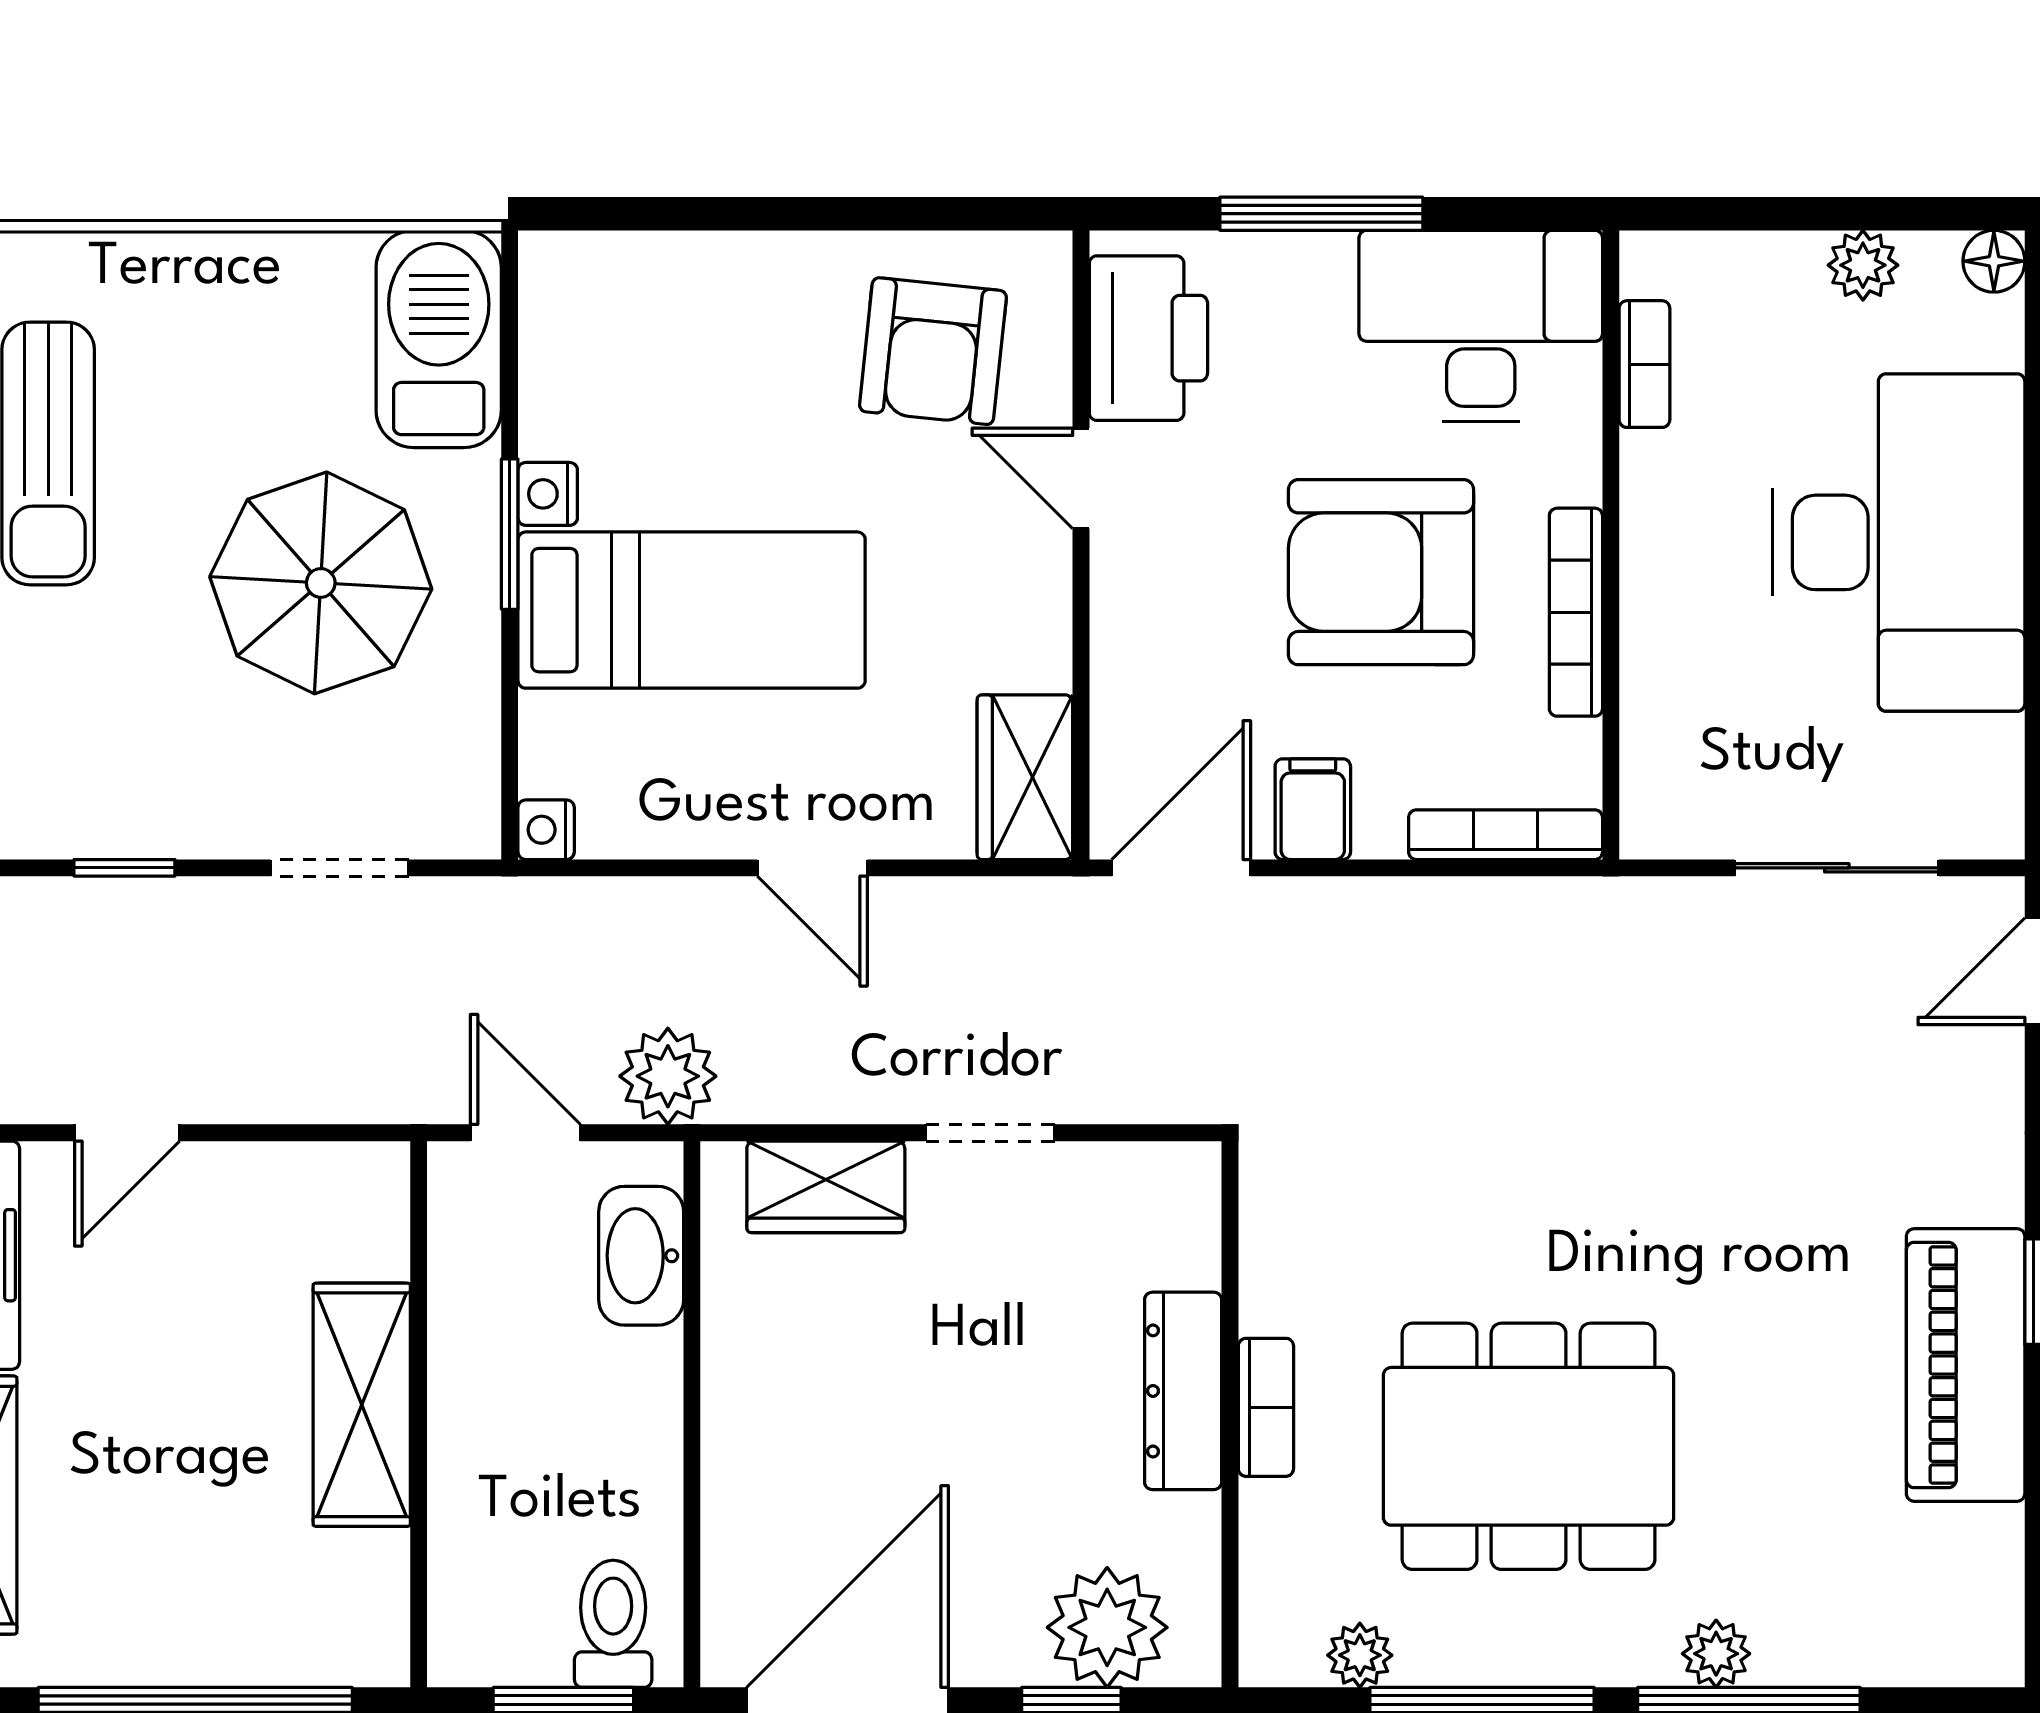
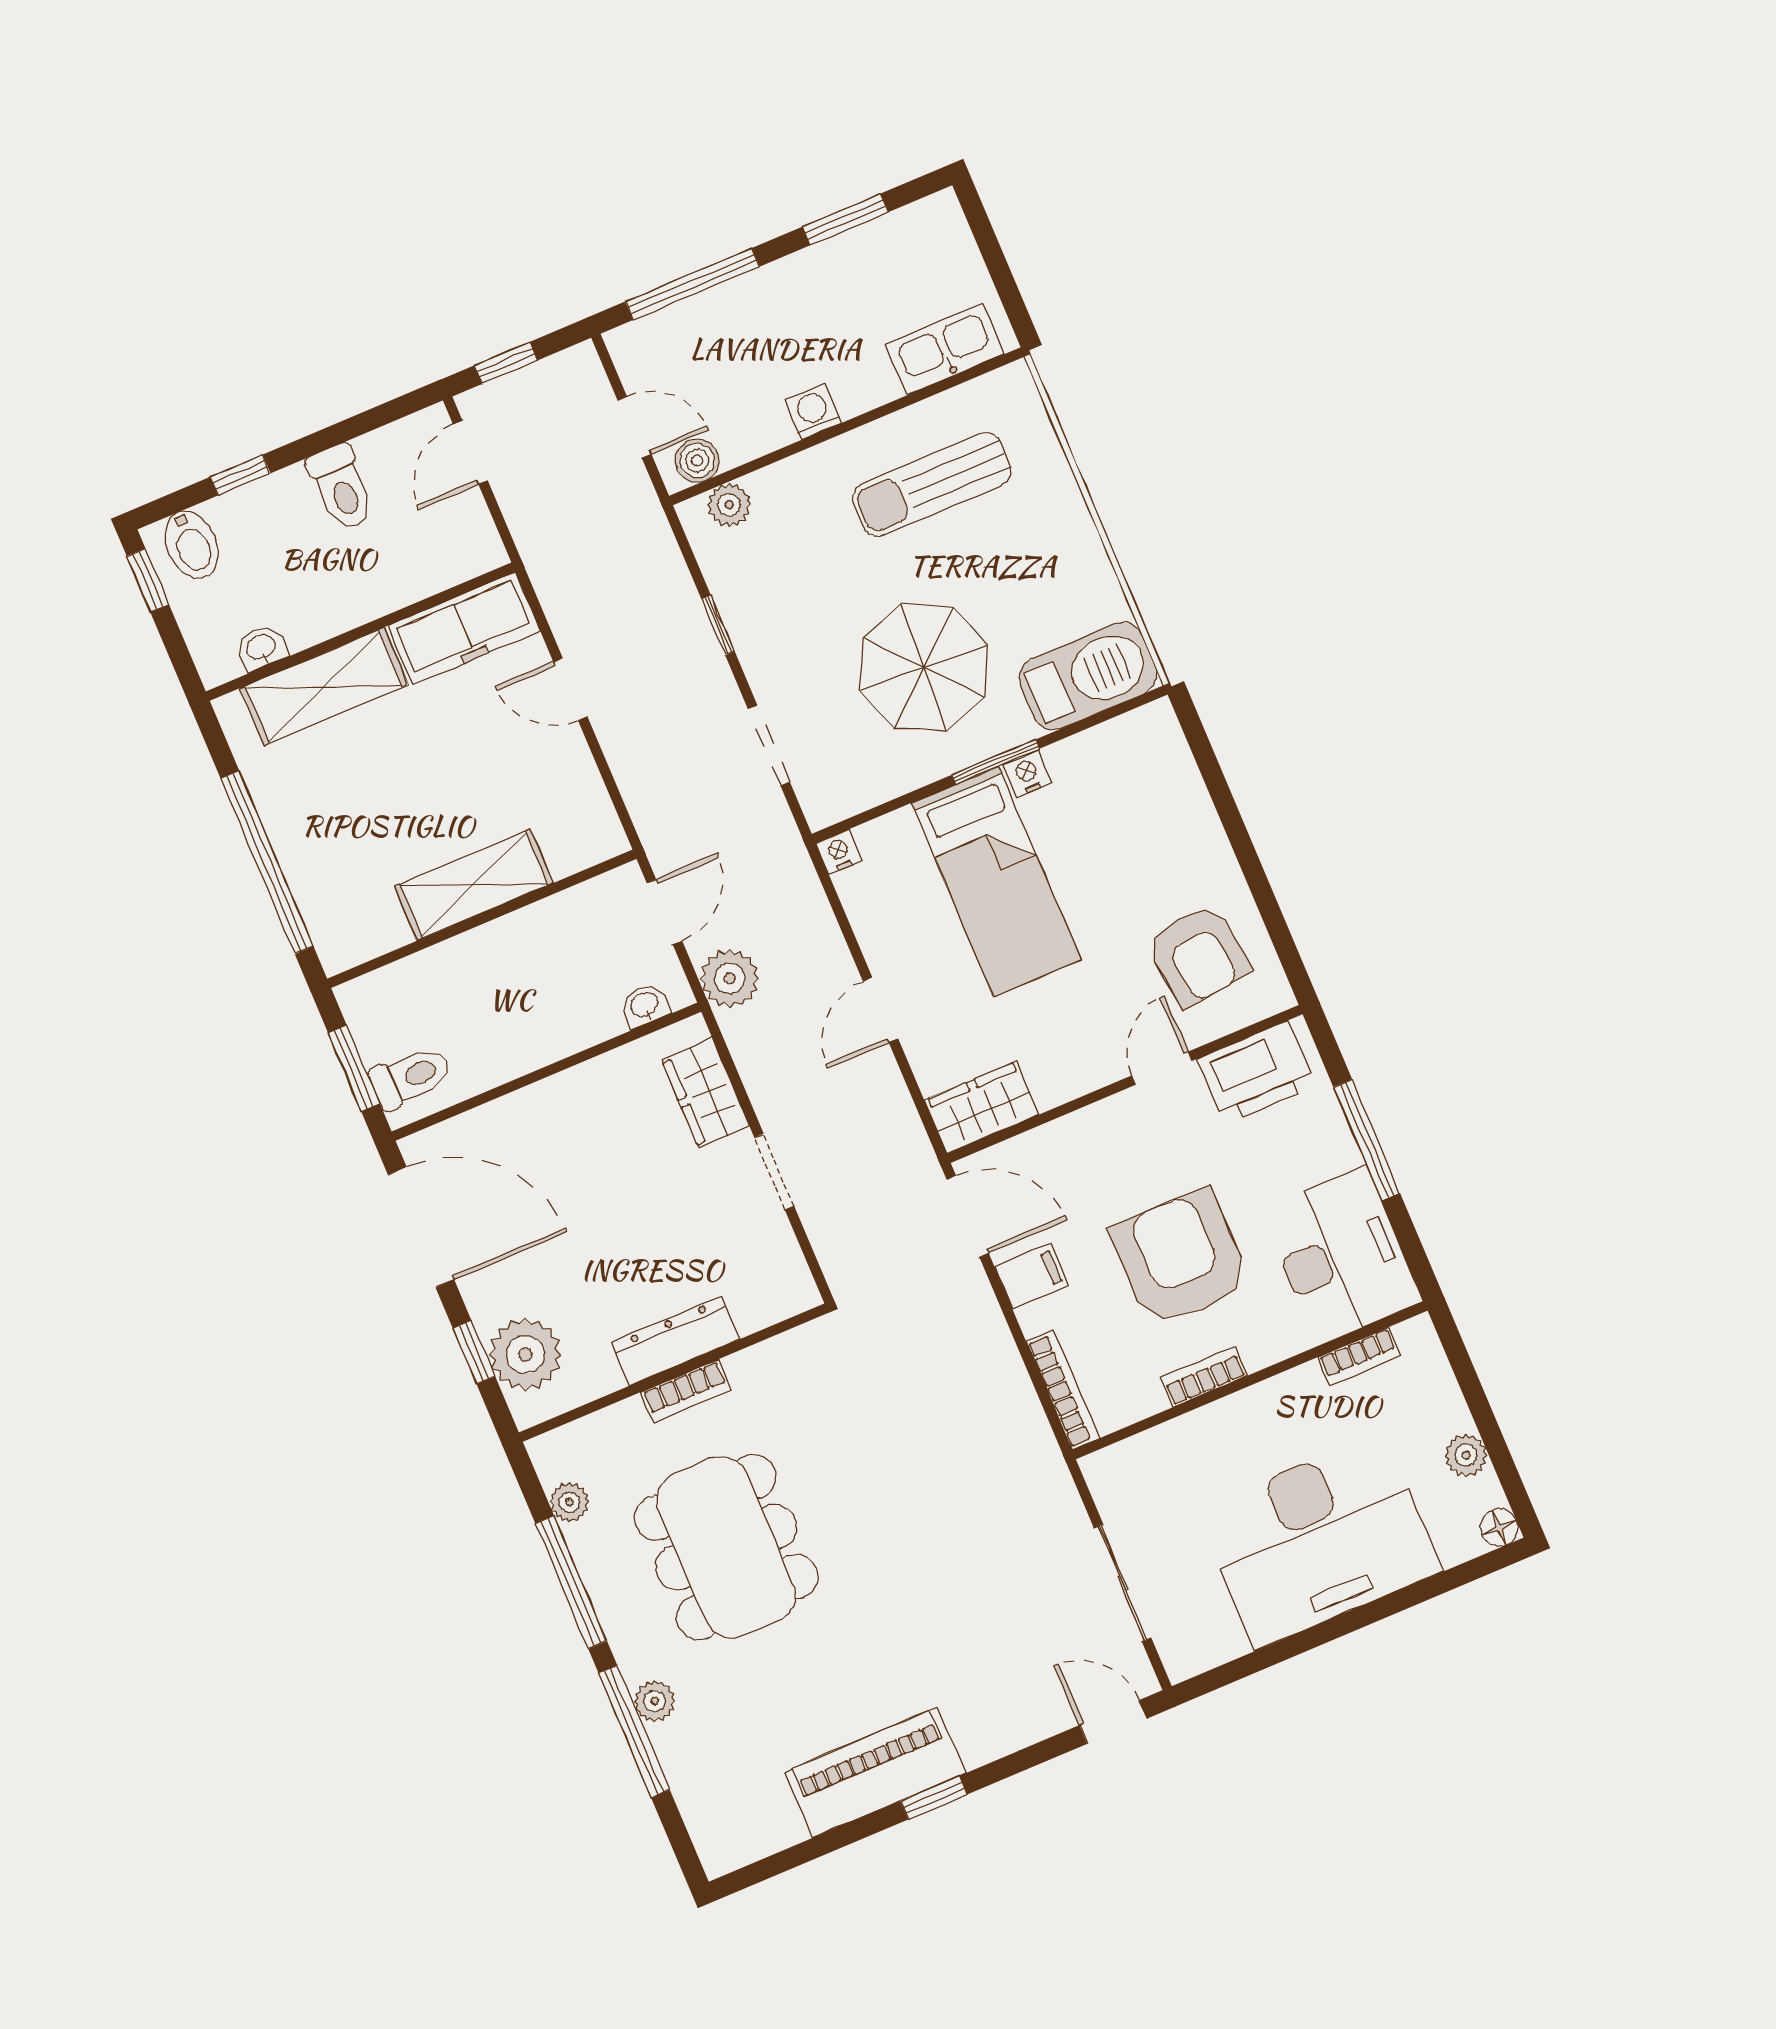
armchair: (933, 351) -> (1198, 955), turned -103
bookcase: (1576, 612) -> (1204, 1377), width x0.64
washbasin: (641, 1256) -> (645, 1005), width x0.52, depth x0.69

